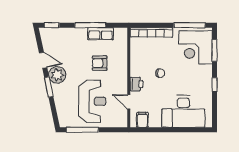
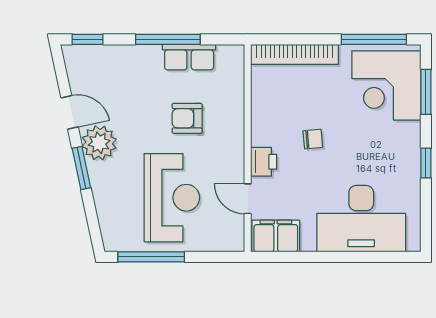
filing cabinet: (142, 120) -> (276, 236), width x2.00

